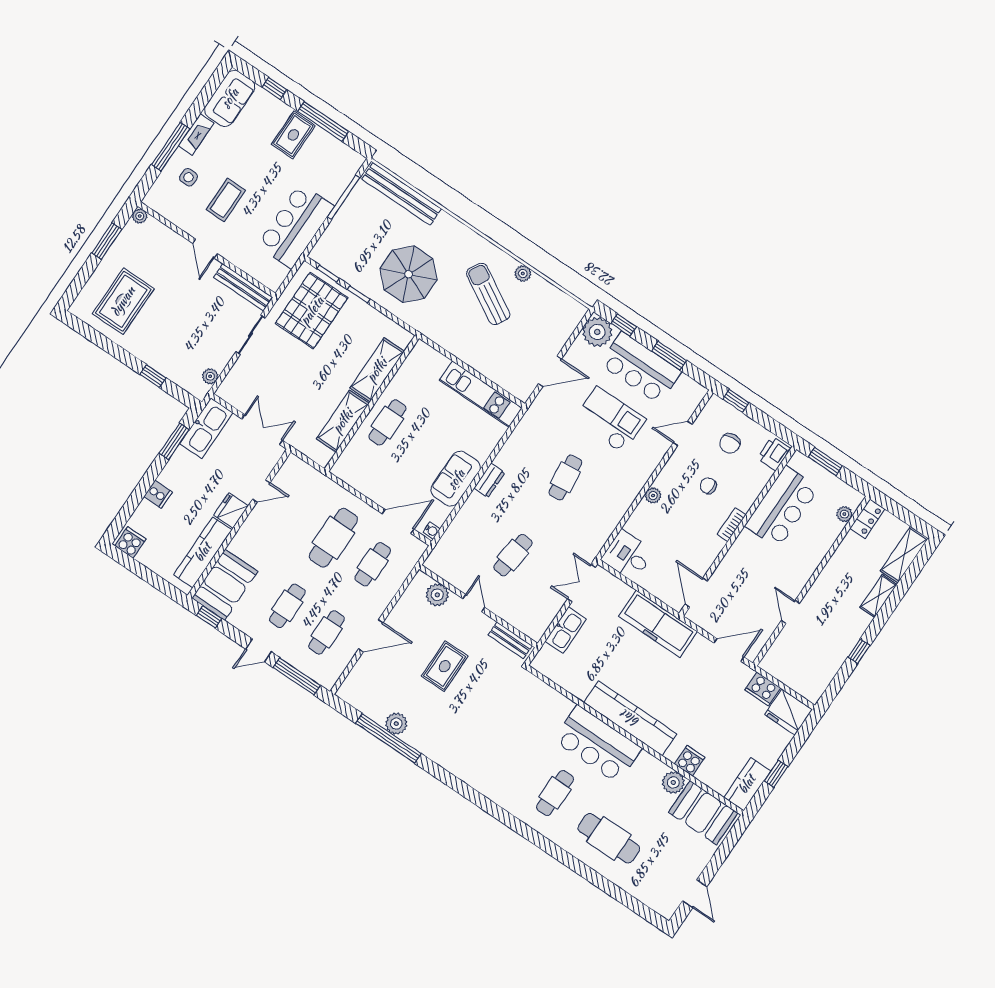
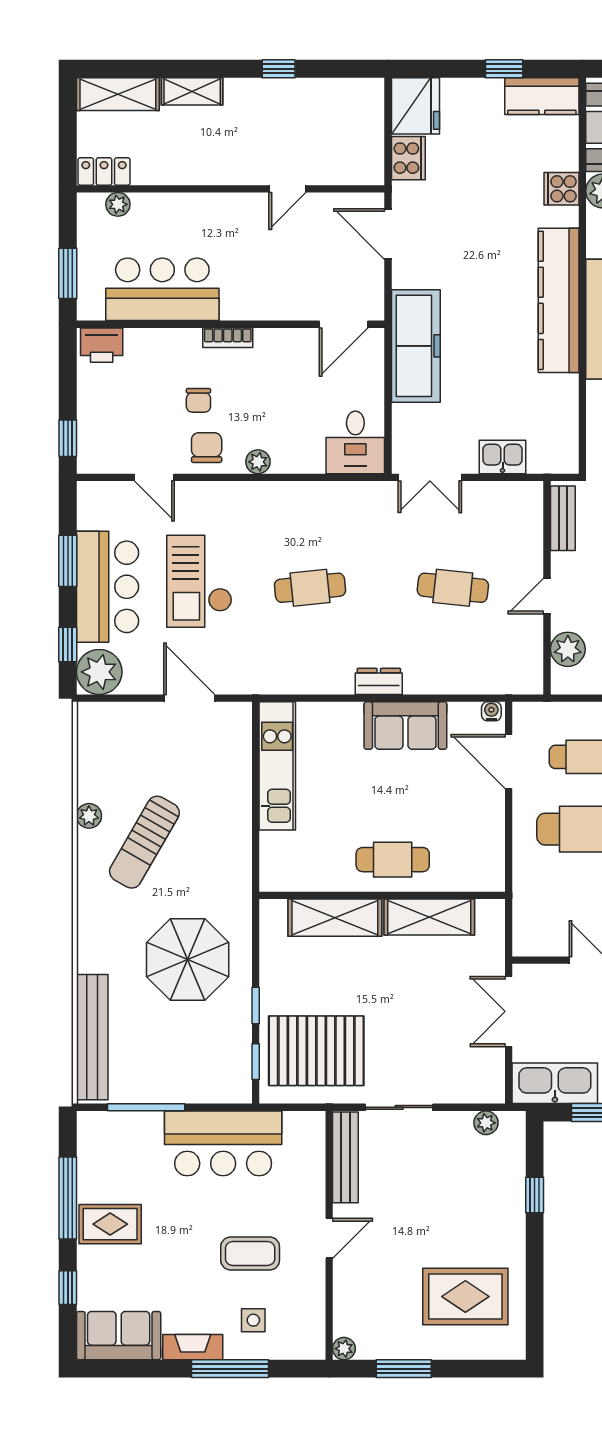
chair: (730, 443) -> (207, 448), moved, turned -84
kitchen sink: (566, 630) -> (503, 457), width x0.73

